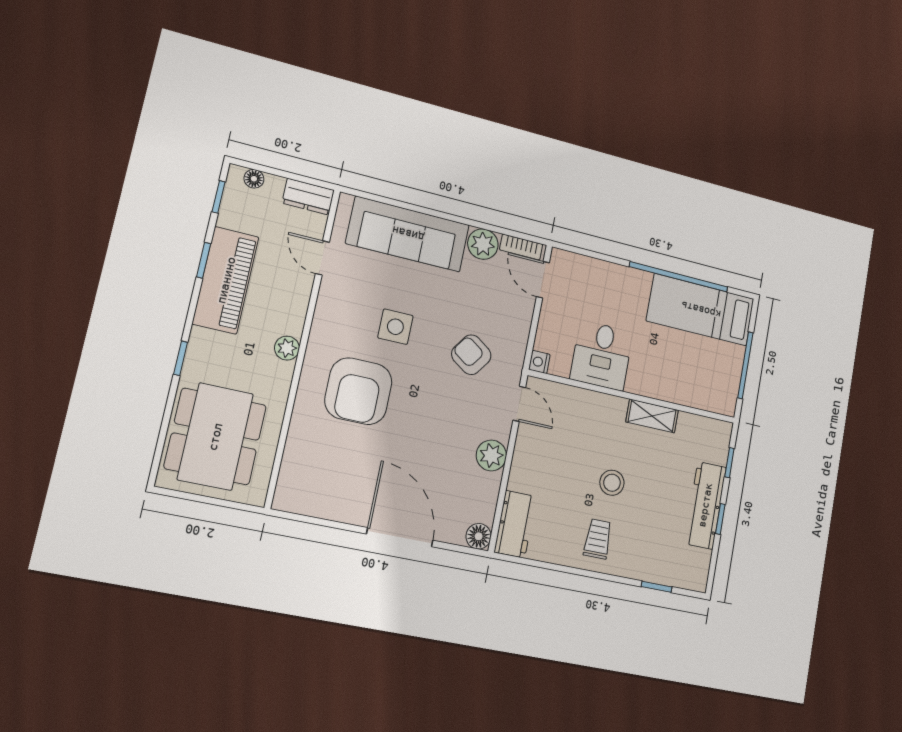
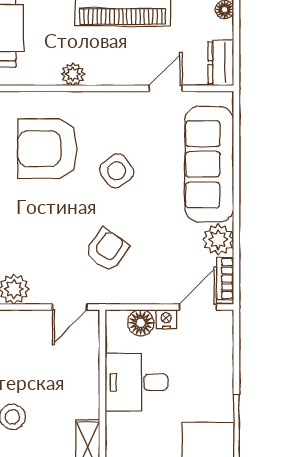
side table: (395, 327) -> (117, 171), turned -36
floor lamp: (547, 338) -> (141, 323), added
nightstand: (539, 362) -> (166, 319), moved

